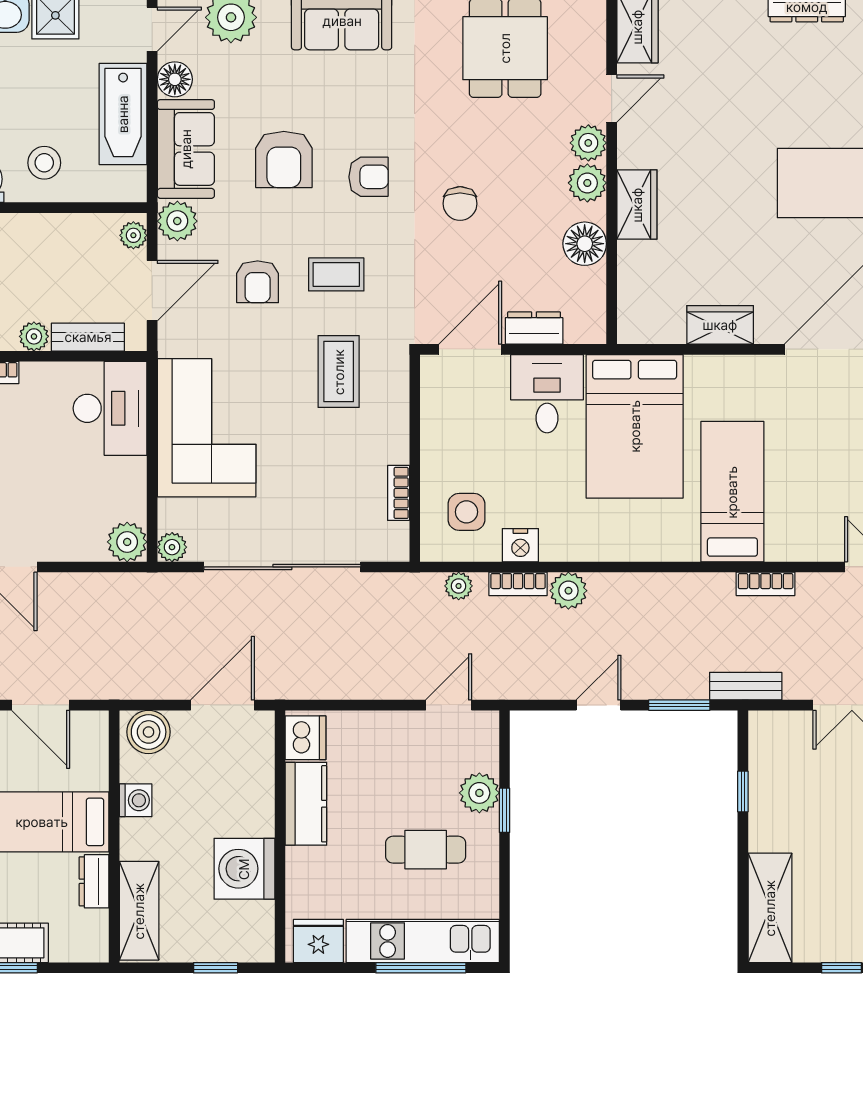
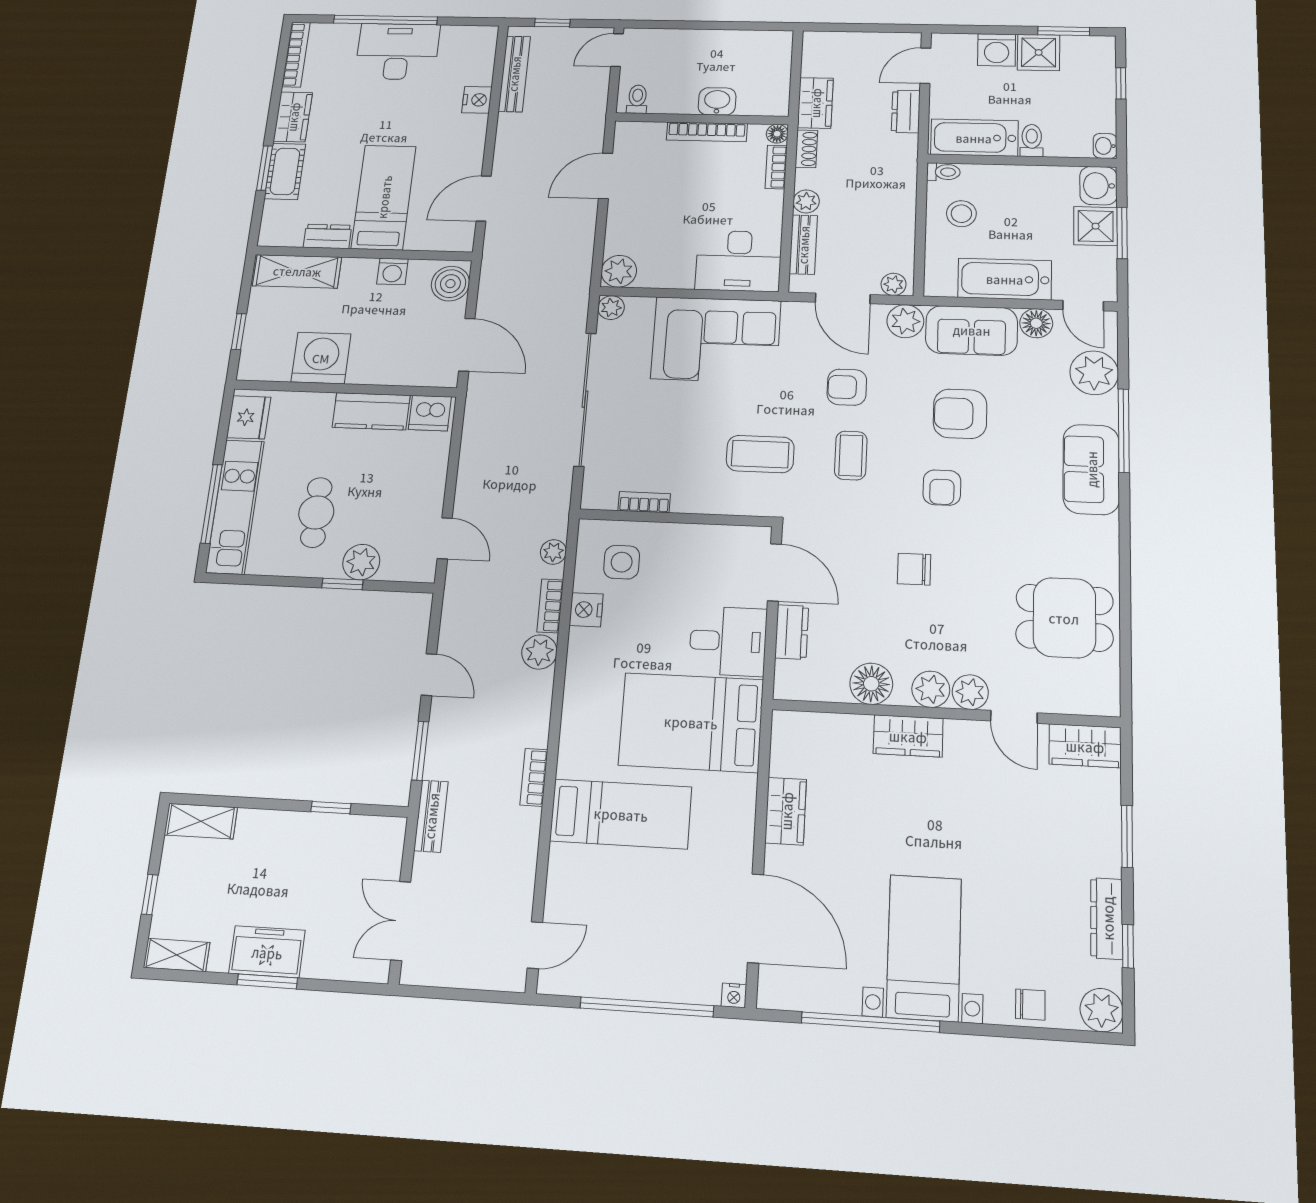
bookcase: (766, 584) -> (534, 777), moved
shelving: (770, 908) -> (201, 821), width x0.67, depth x0.75

